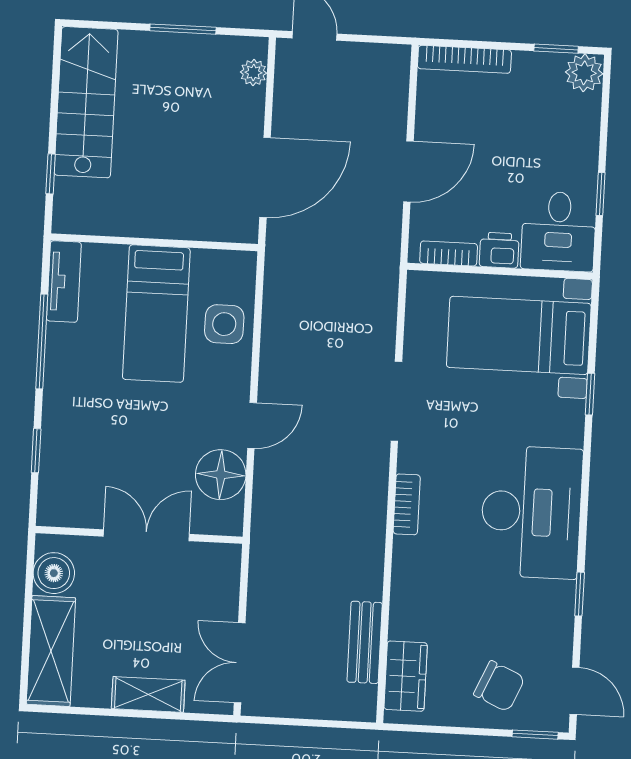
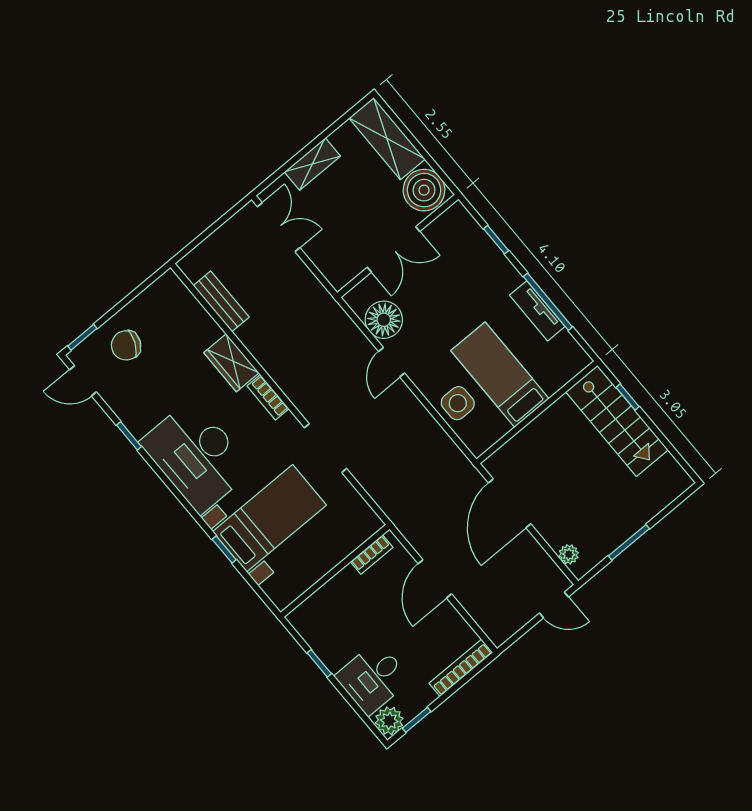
stairs: (86, 102) -> (617, 421), moved
desk: (559, 231) -> (373, 678), moved, turned -90
printer: (499, 250) -> (346, 582), removed
tv unit: (64, 282) -> (537, 311), moved
bed with nightstands: (519, 335) -> (270, 518), moved
boiler: (54, 573) -> (424, 190), width x1.37, depth x1.37
wardrobe: (406, 676) -> (231, 363), moved

